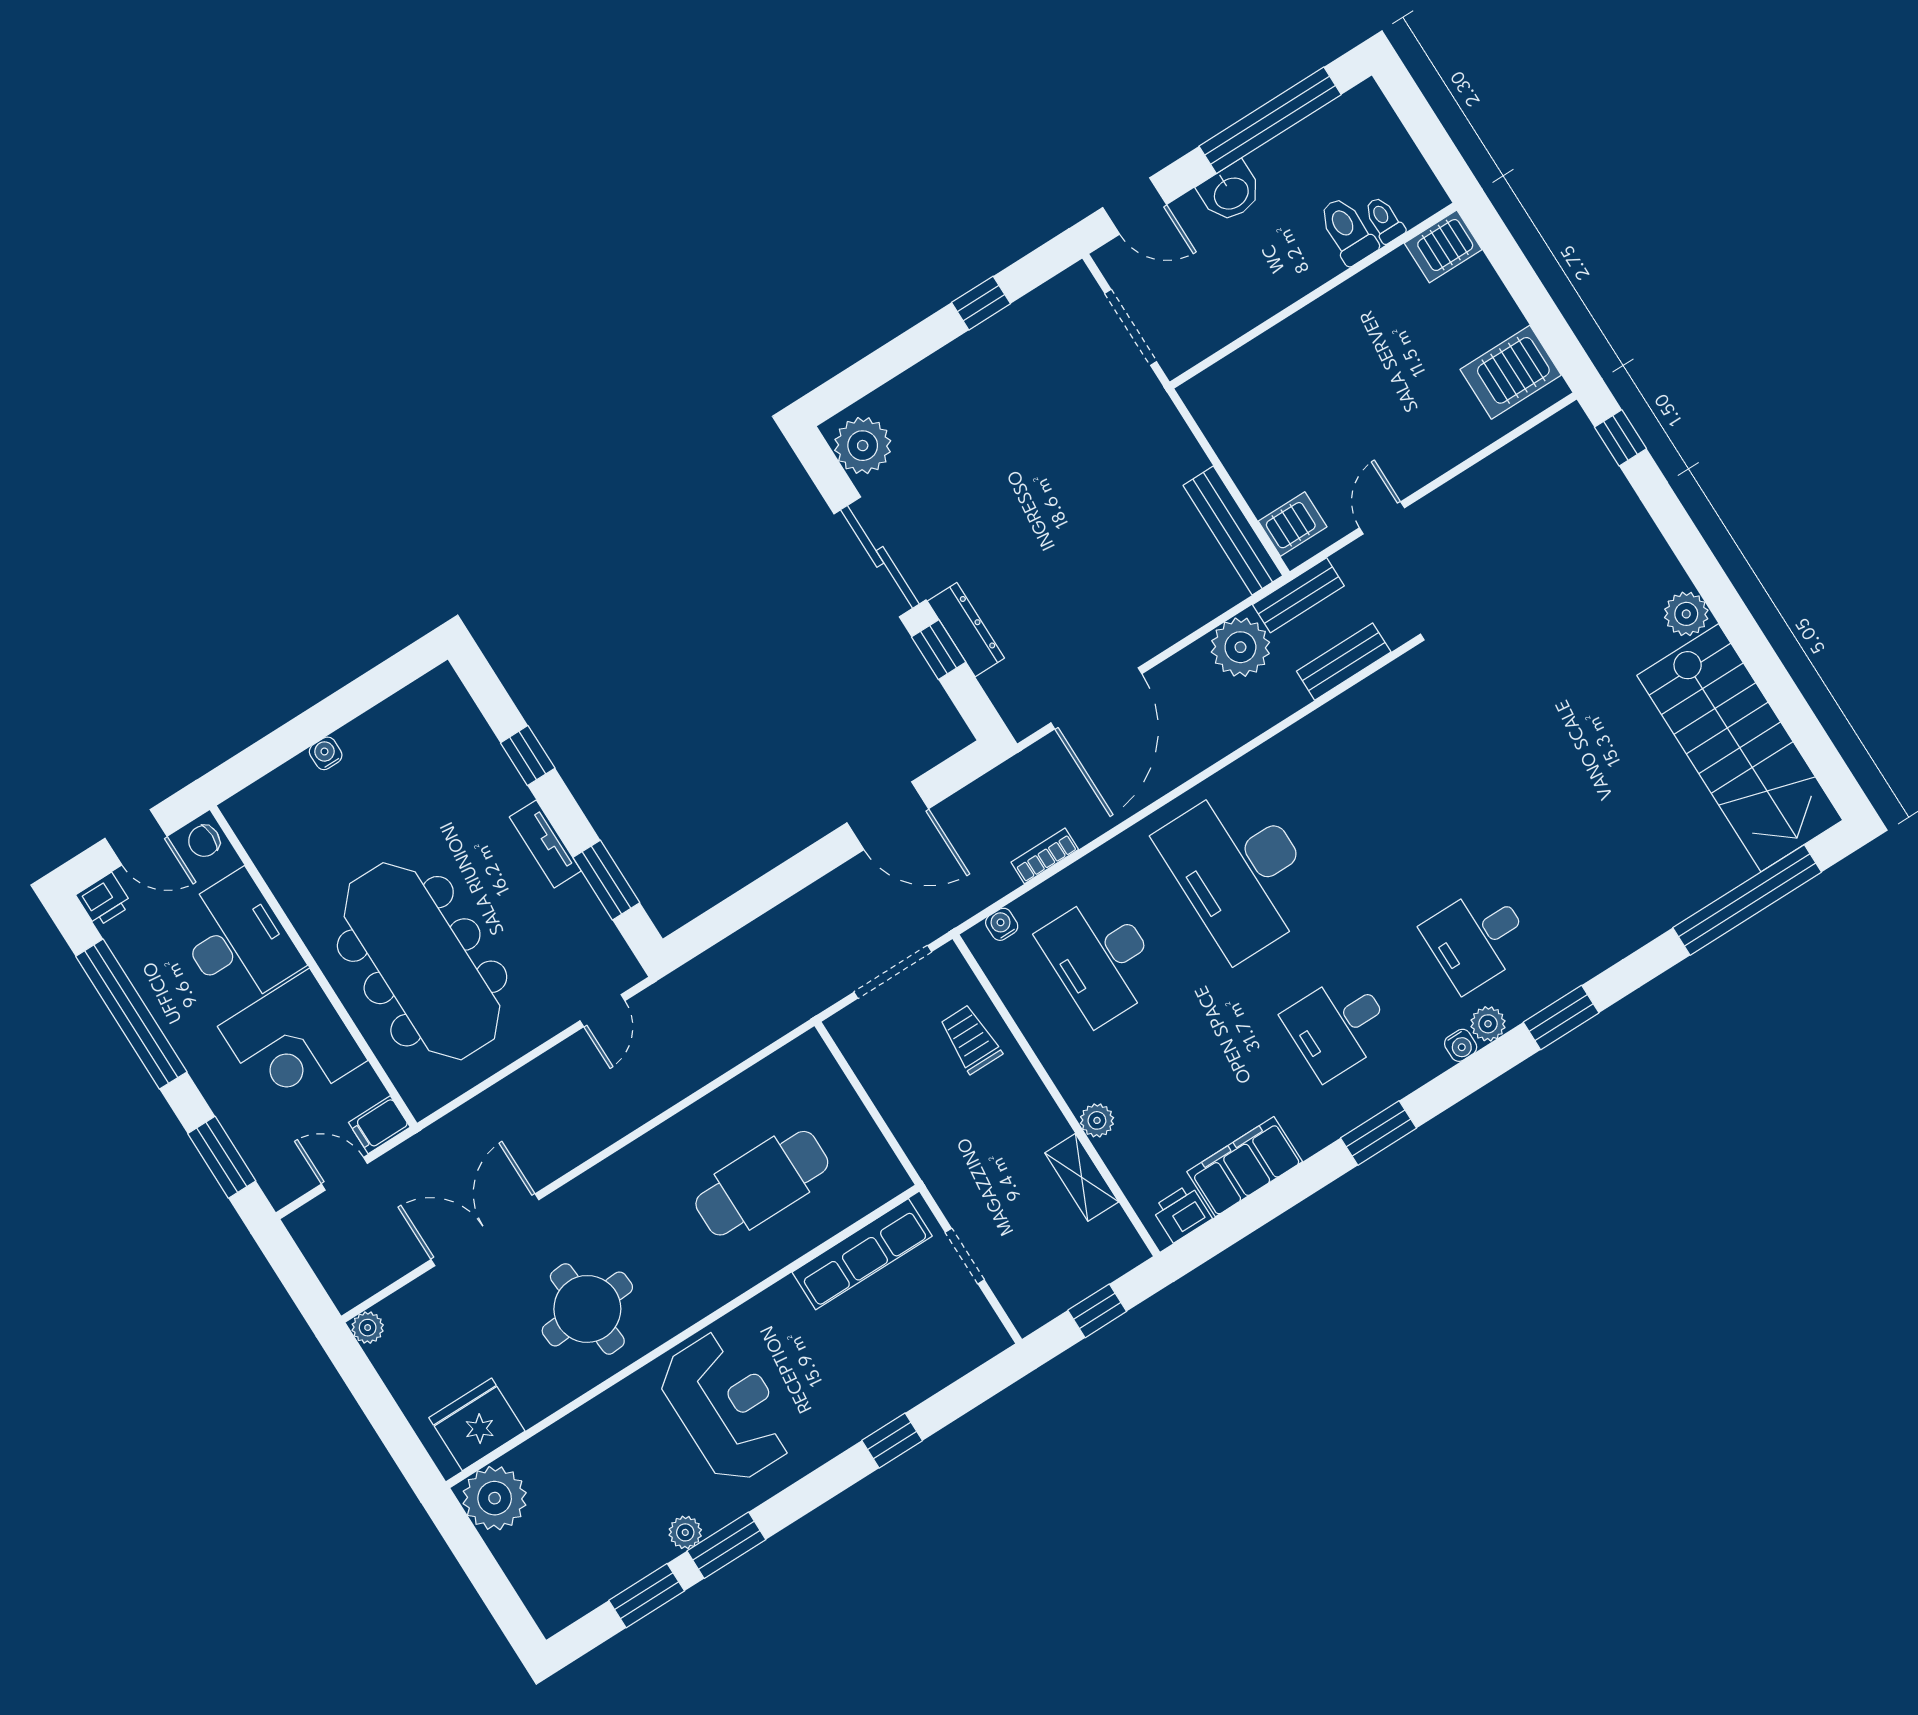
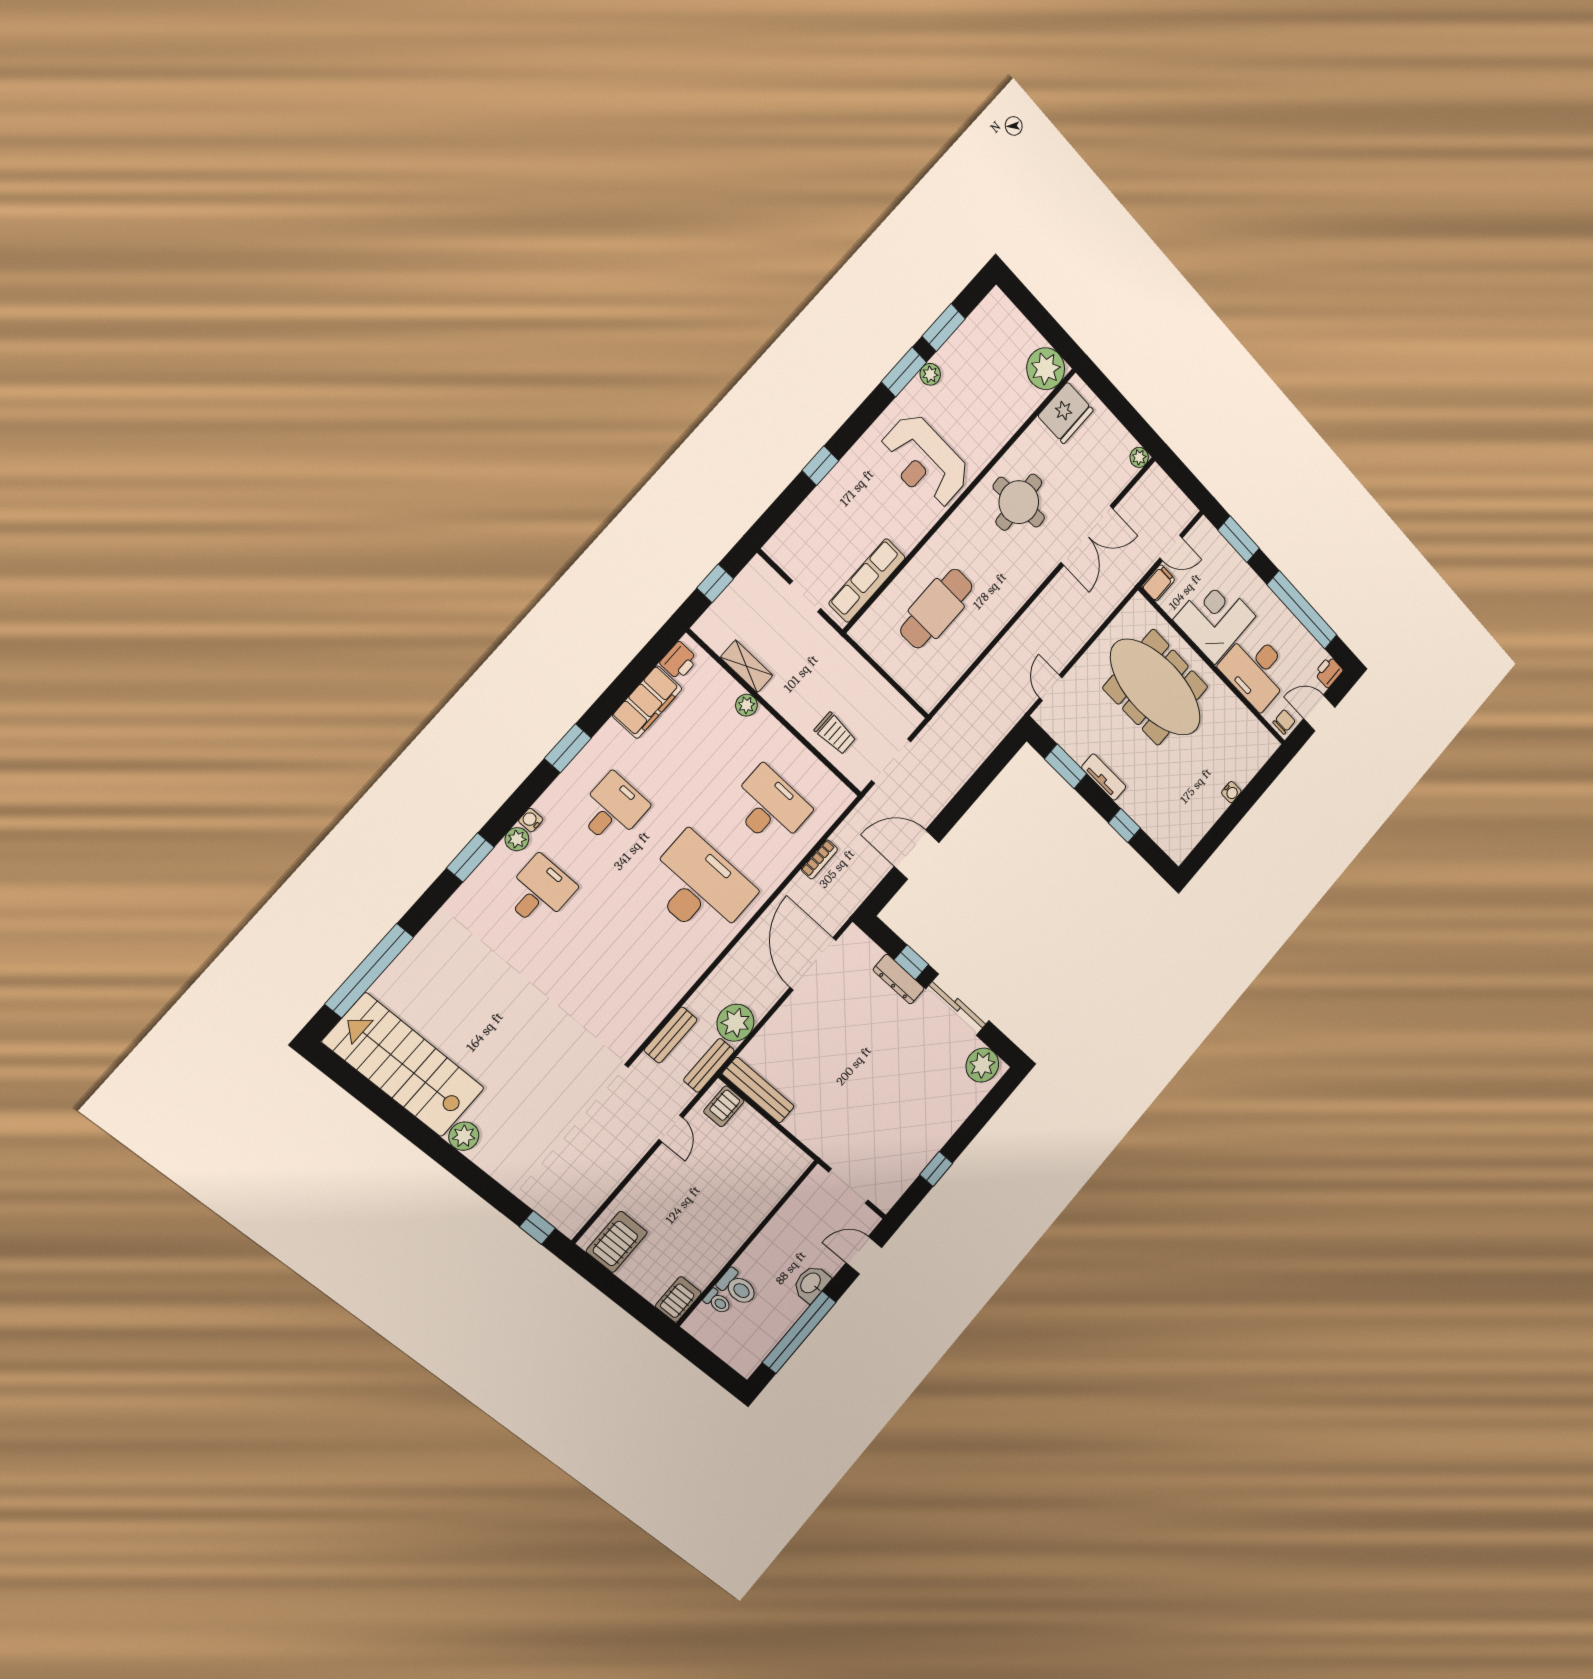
water cooler: (1002, 924) -> (834, 810), removed

